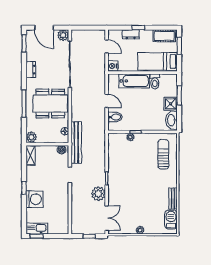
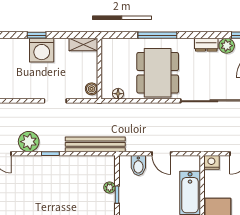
door: (107, 101) -> (161, 154), hinge flipped
plant: (31, 137) -> (227, 46), moved
bench: (76, 143) -> (95, 144), moved
washing machine: (34, 199) -> (42, 50), moved

